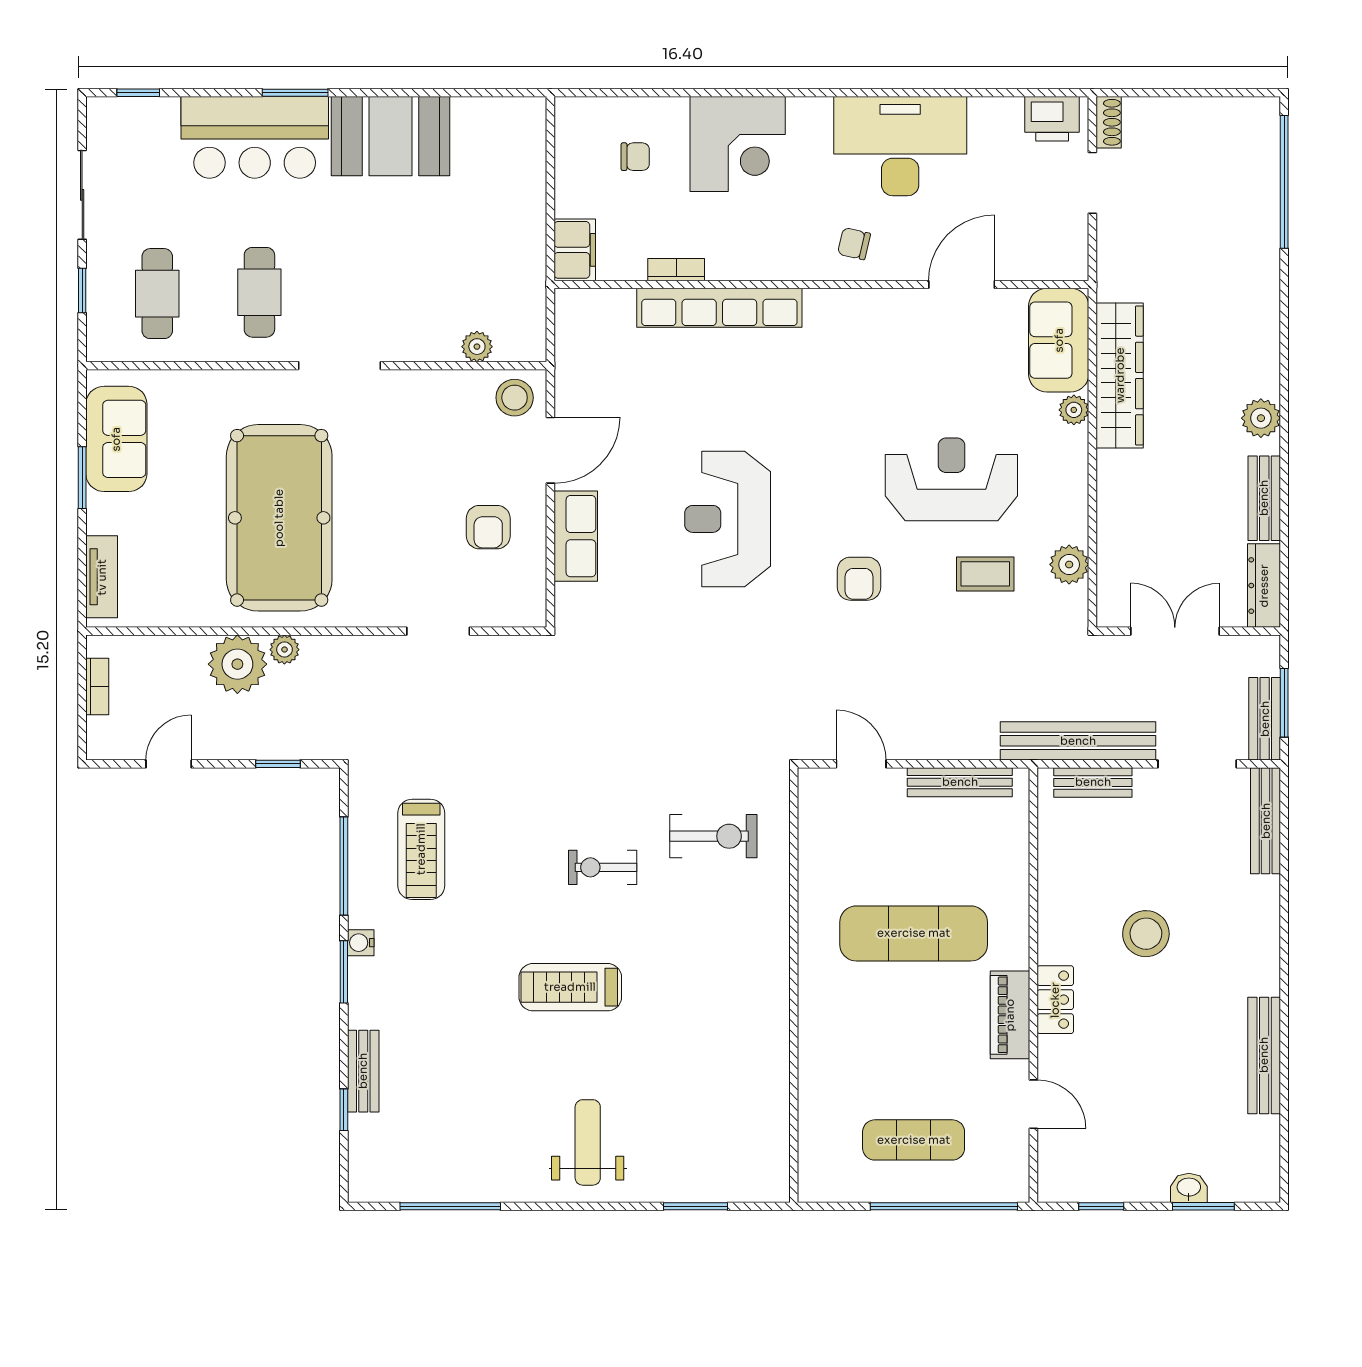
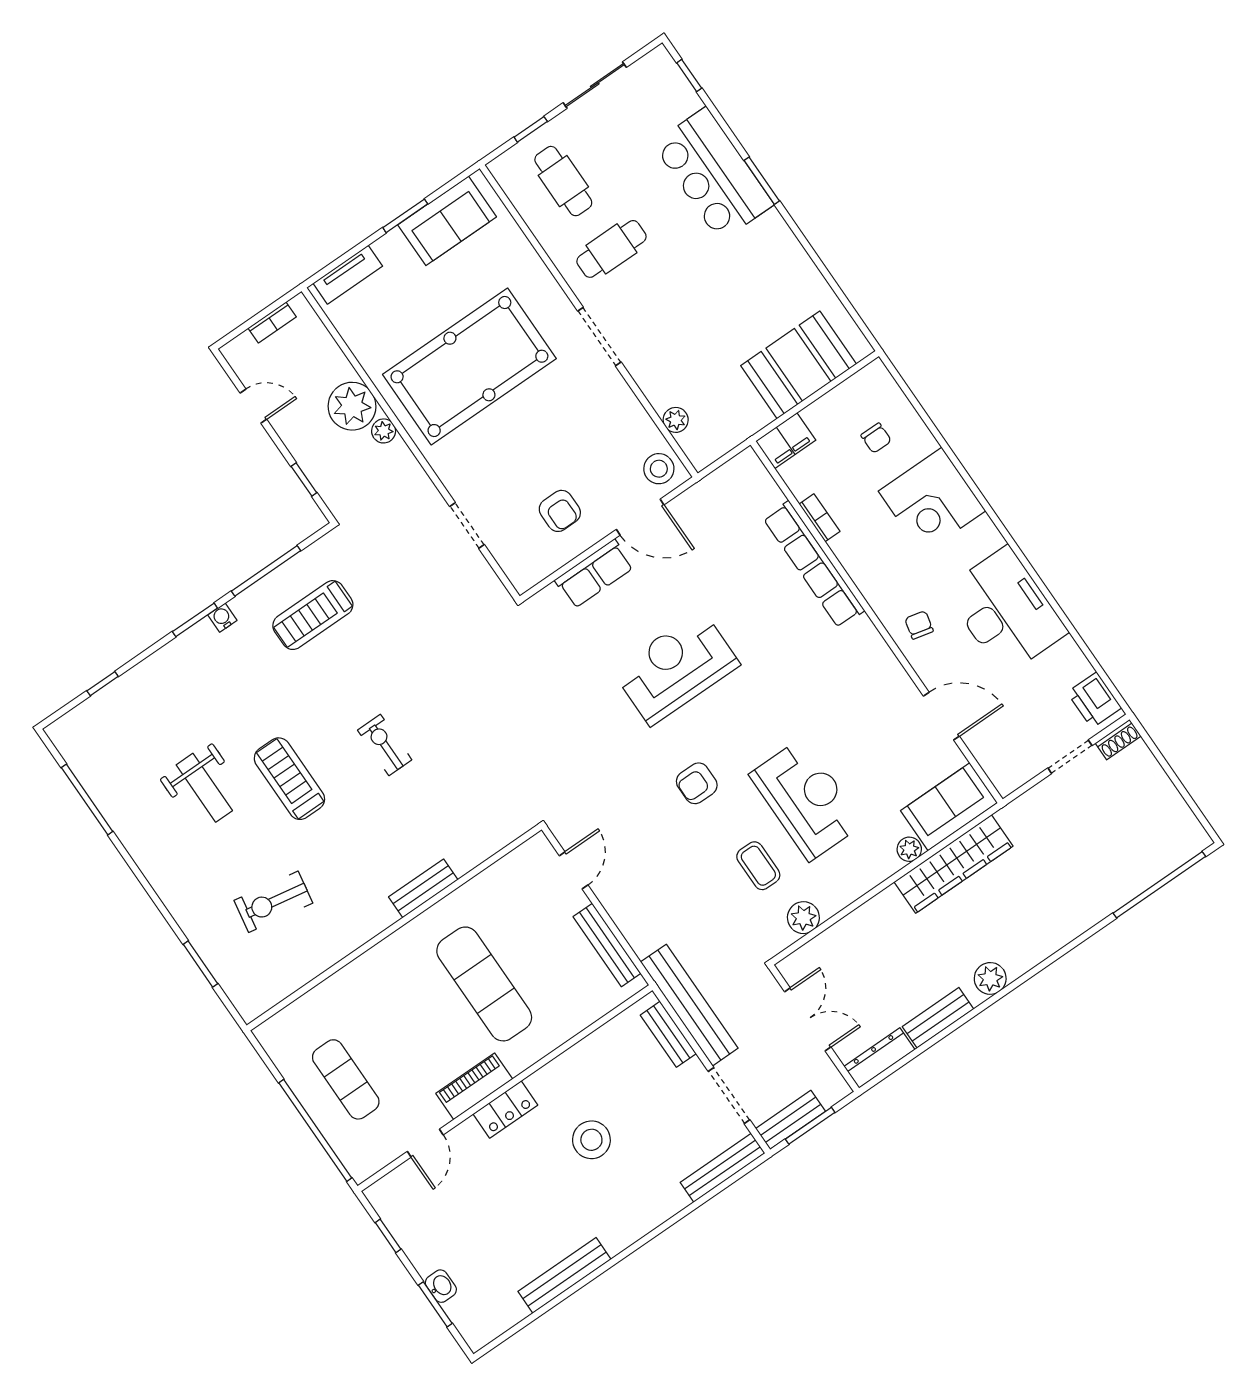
booth: (390, 136) -> (799, 365), moved, turned 90
cafe table: (157, 294) -> (563, 181), turned 90
armchair: (488, 527) -> (560, 511), turned -90
exercise bike: (713, 836) -> (273, 902), moved, turned 100
bench: (363, 1071) -> (423, 888), moved
weight bench: (588, 1142) -> (204, 788), moved, turned 90

